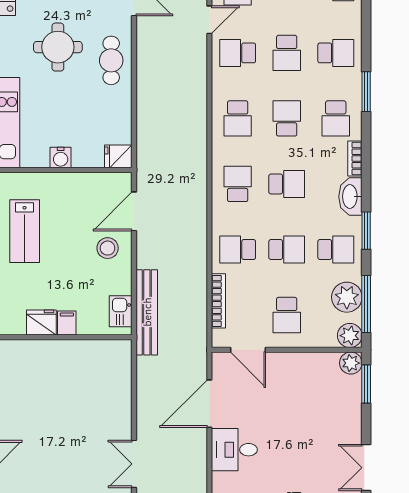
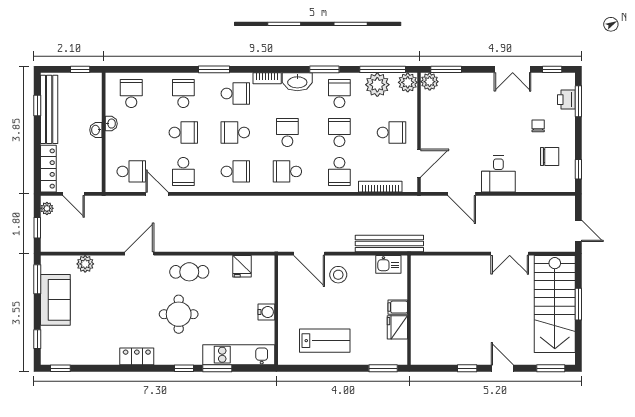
fridge: (118, 156) -> (242, 266), moved
door: (209, 404) -> (462, 194), width x0.73

